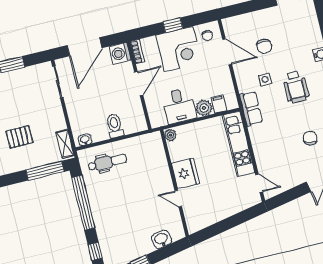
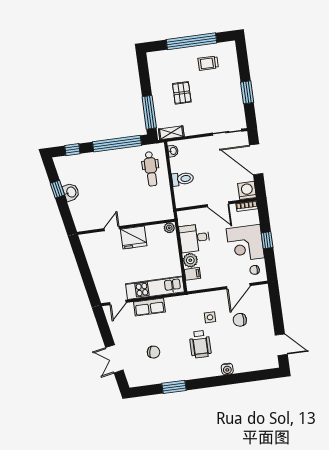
wheelchair: (296, 87) -> (200, 344), turned -90
row of seats: (251, 109) -> (149, 307), moved
washbasin: (161, 239) -> (71, 192), moved

